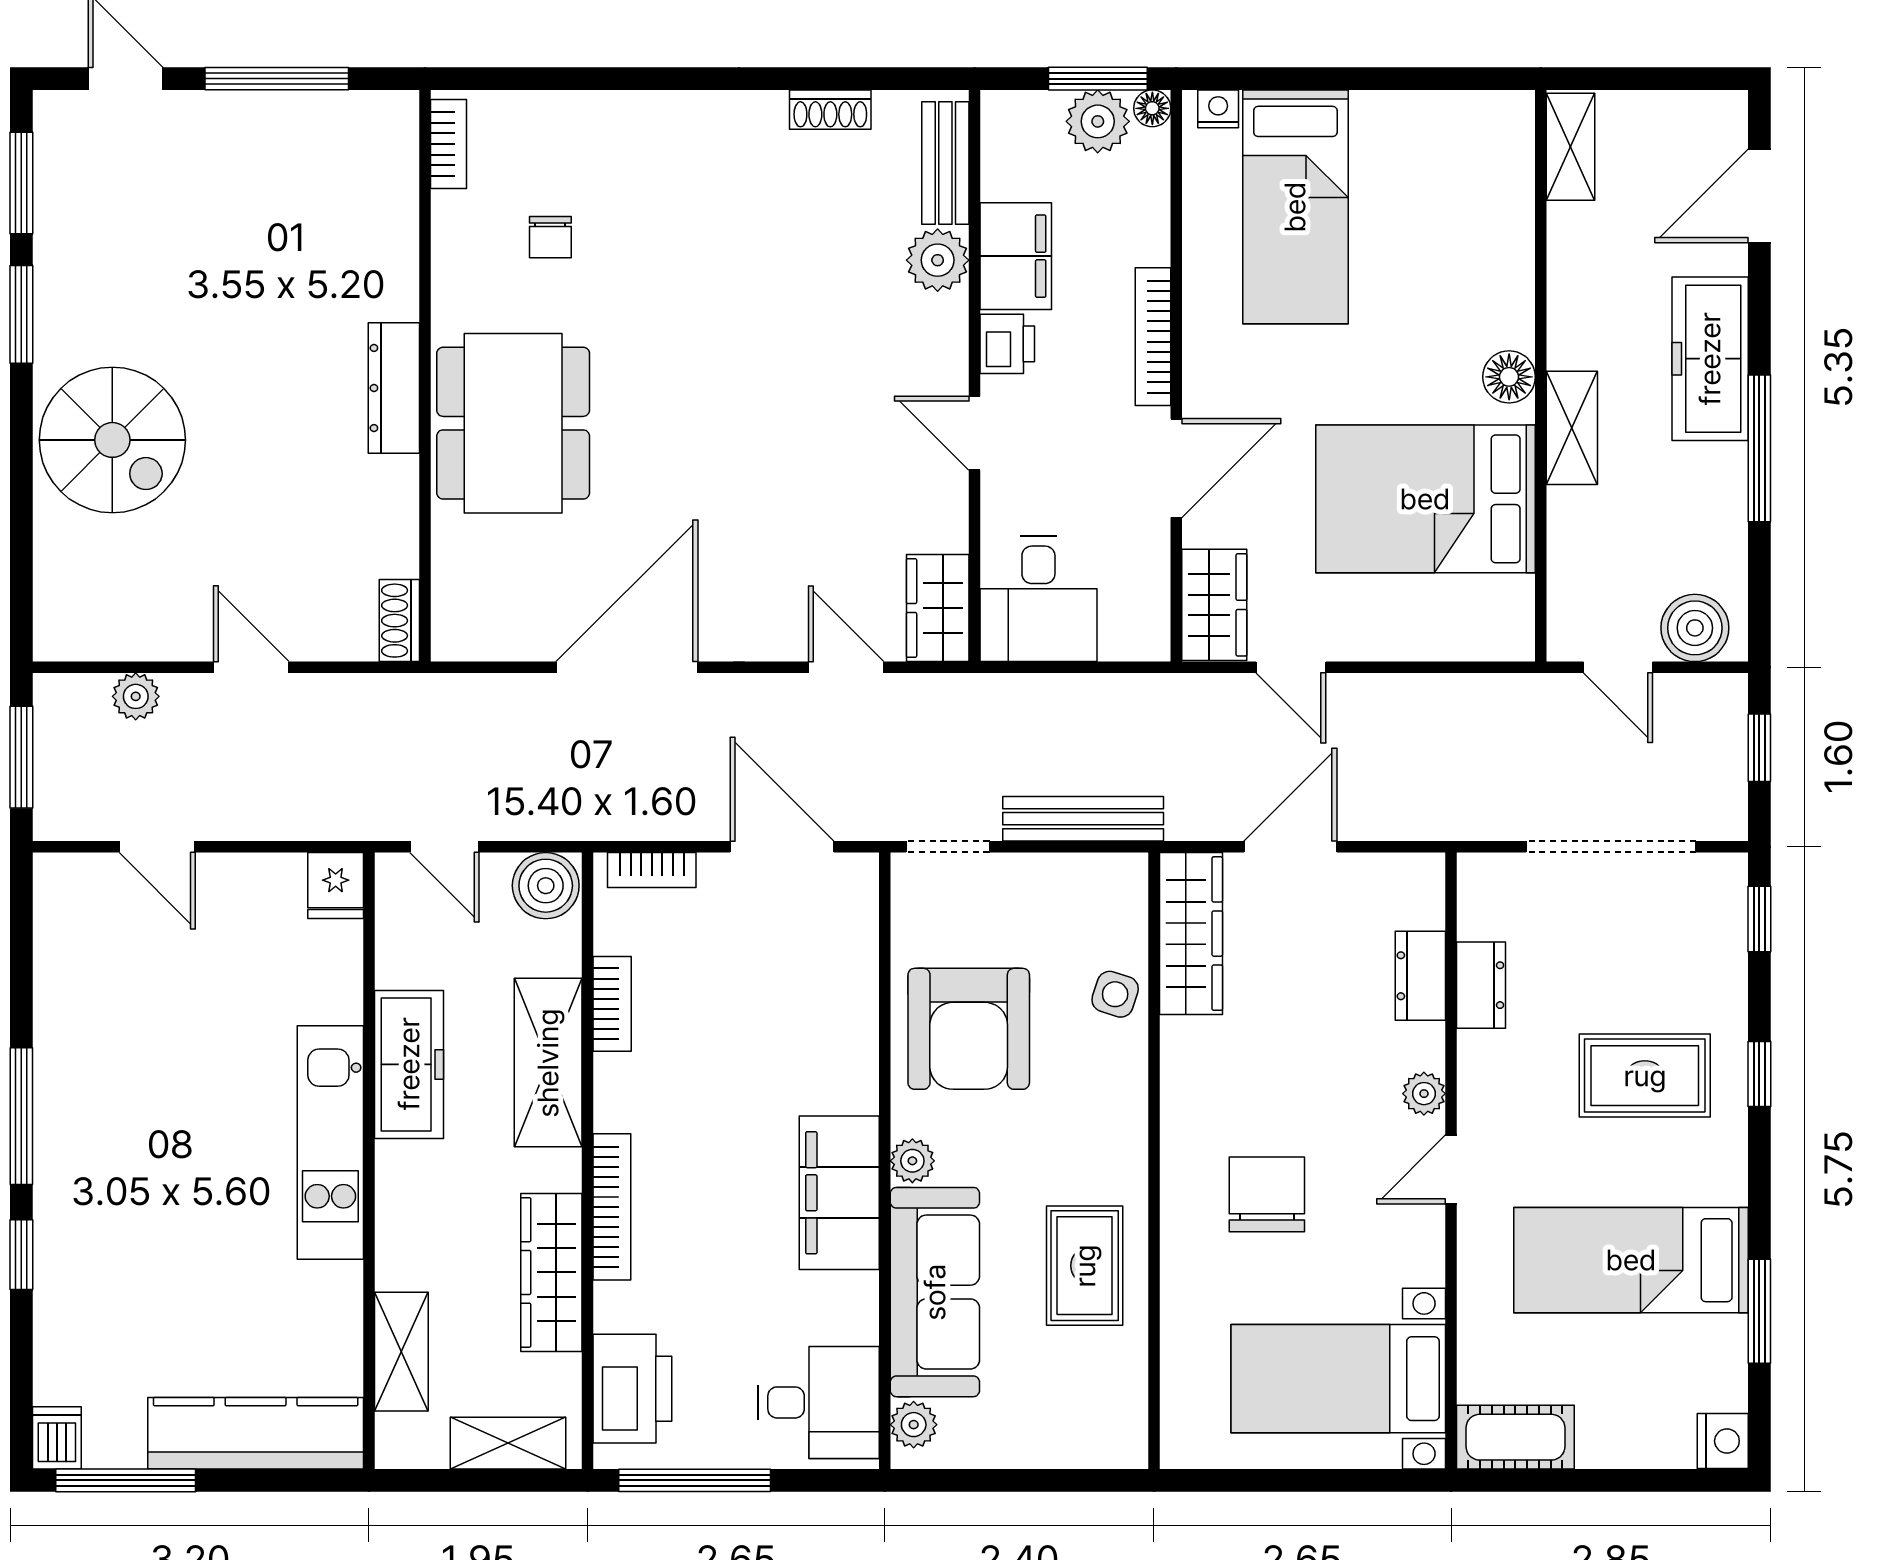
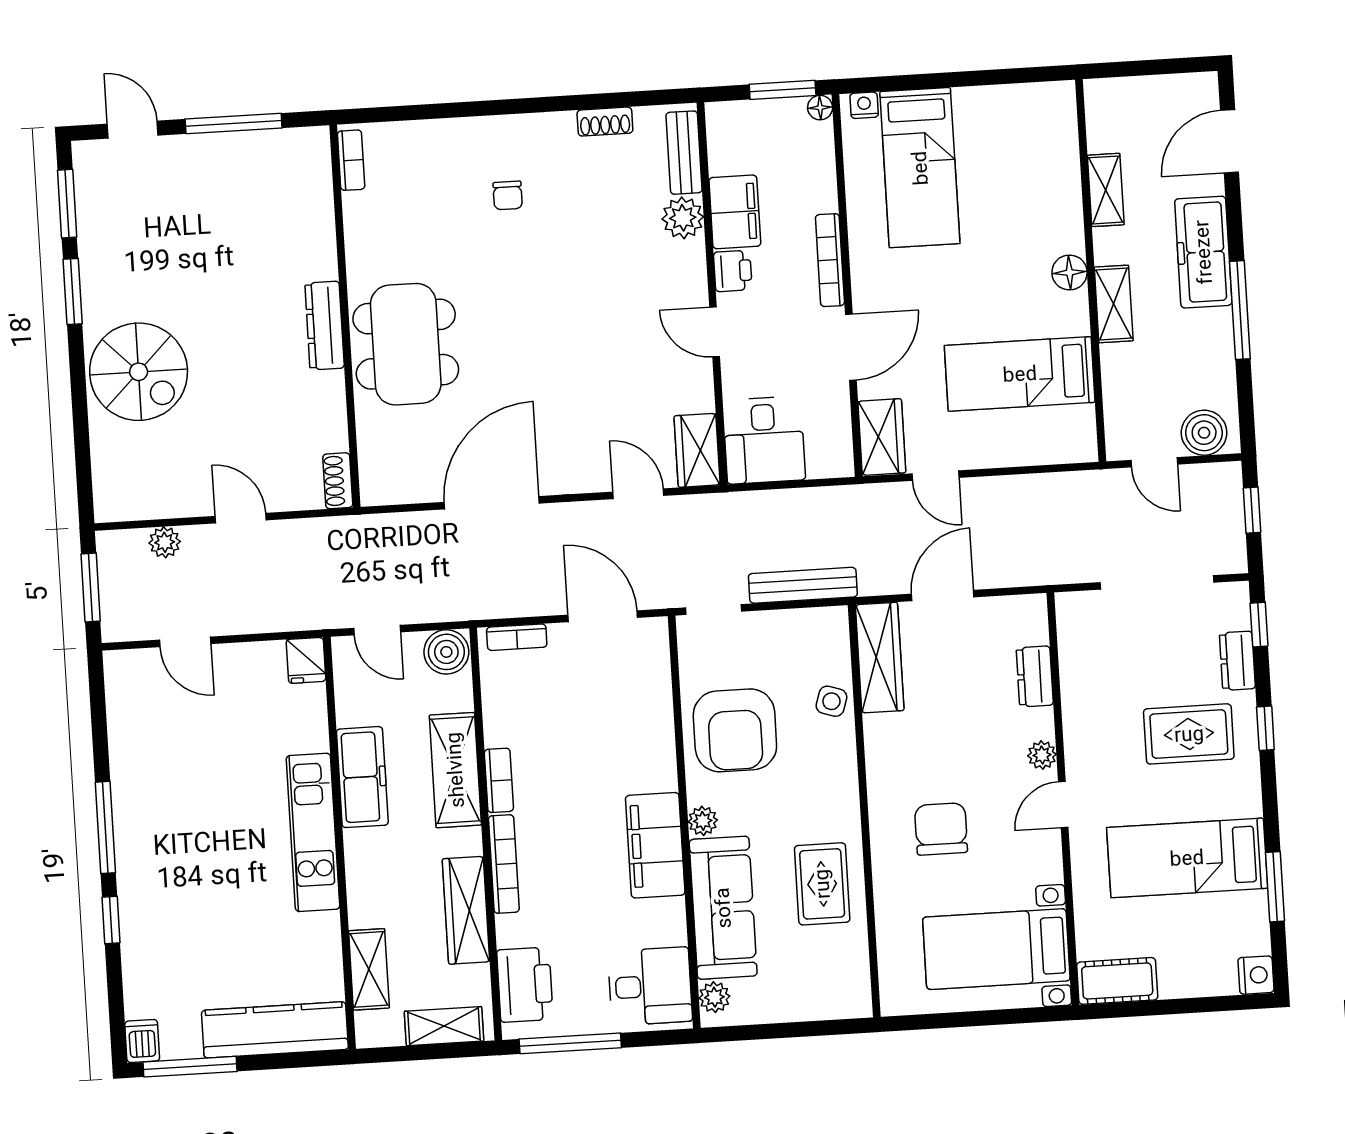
plant: (1098, 121) -> (784, 119), removed
shelving: (1571, 147) -> (1106, 190), moved
chair: (550, 237) -> (508, 195), moved
bed: (1425, 499) -> (1020, 374), width x0.67
dresser: (1481, 985) -> (1237, 661), moved, turned 180
bookcase: (612, 1004) -> (499, 780), moved

